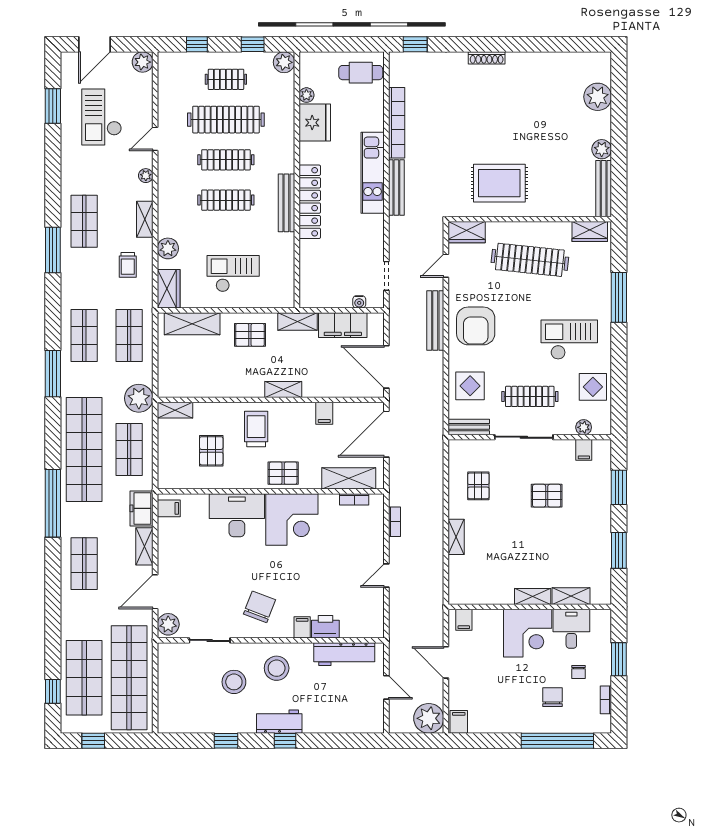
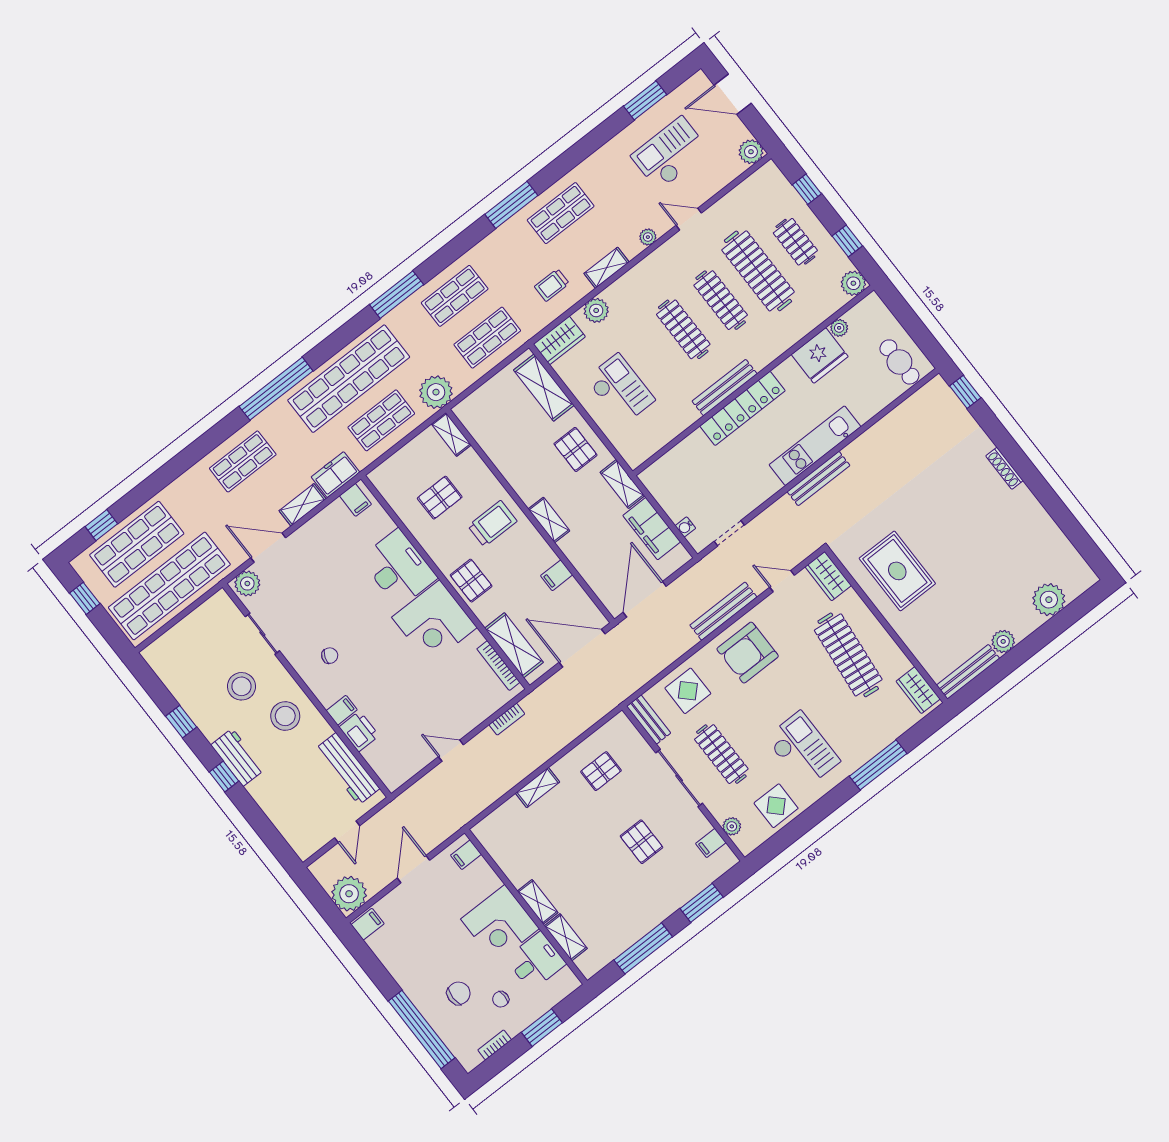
bookcase: (397, 123) -> (879, 432), removed
bookcase: (354, 499) -> (498, 666), width x1.56
window: (619, 550) -> (643, 948), width x1.44
chair: (259, 607) -> (330, 656), width x0.54, depth x0.54

